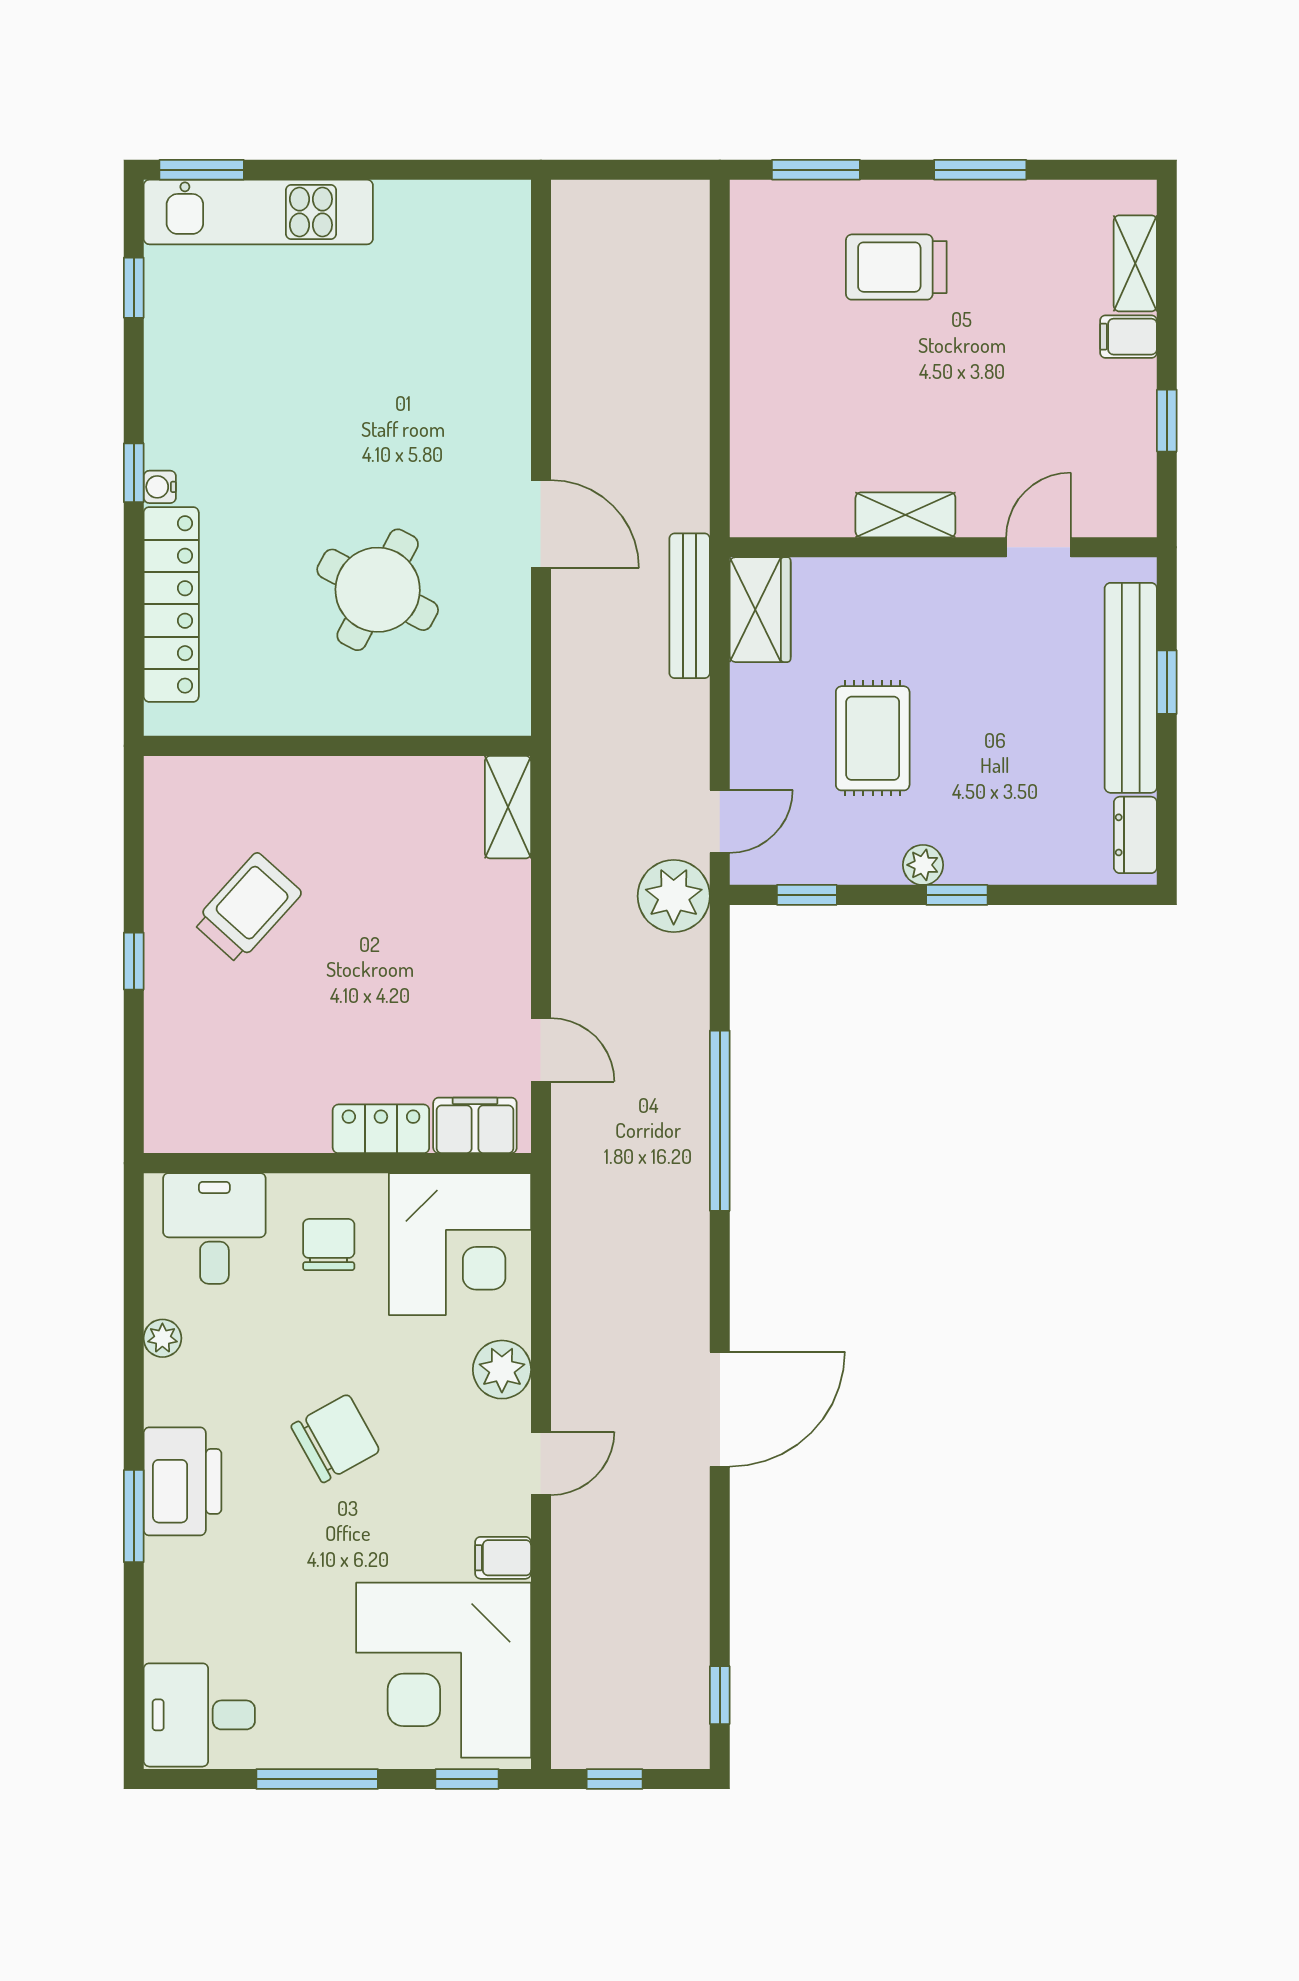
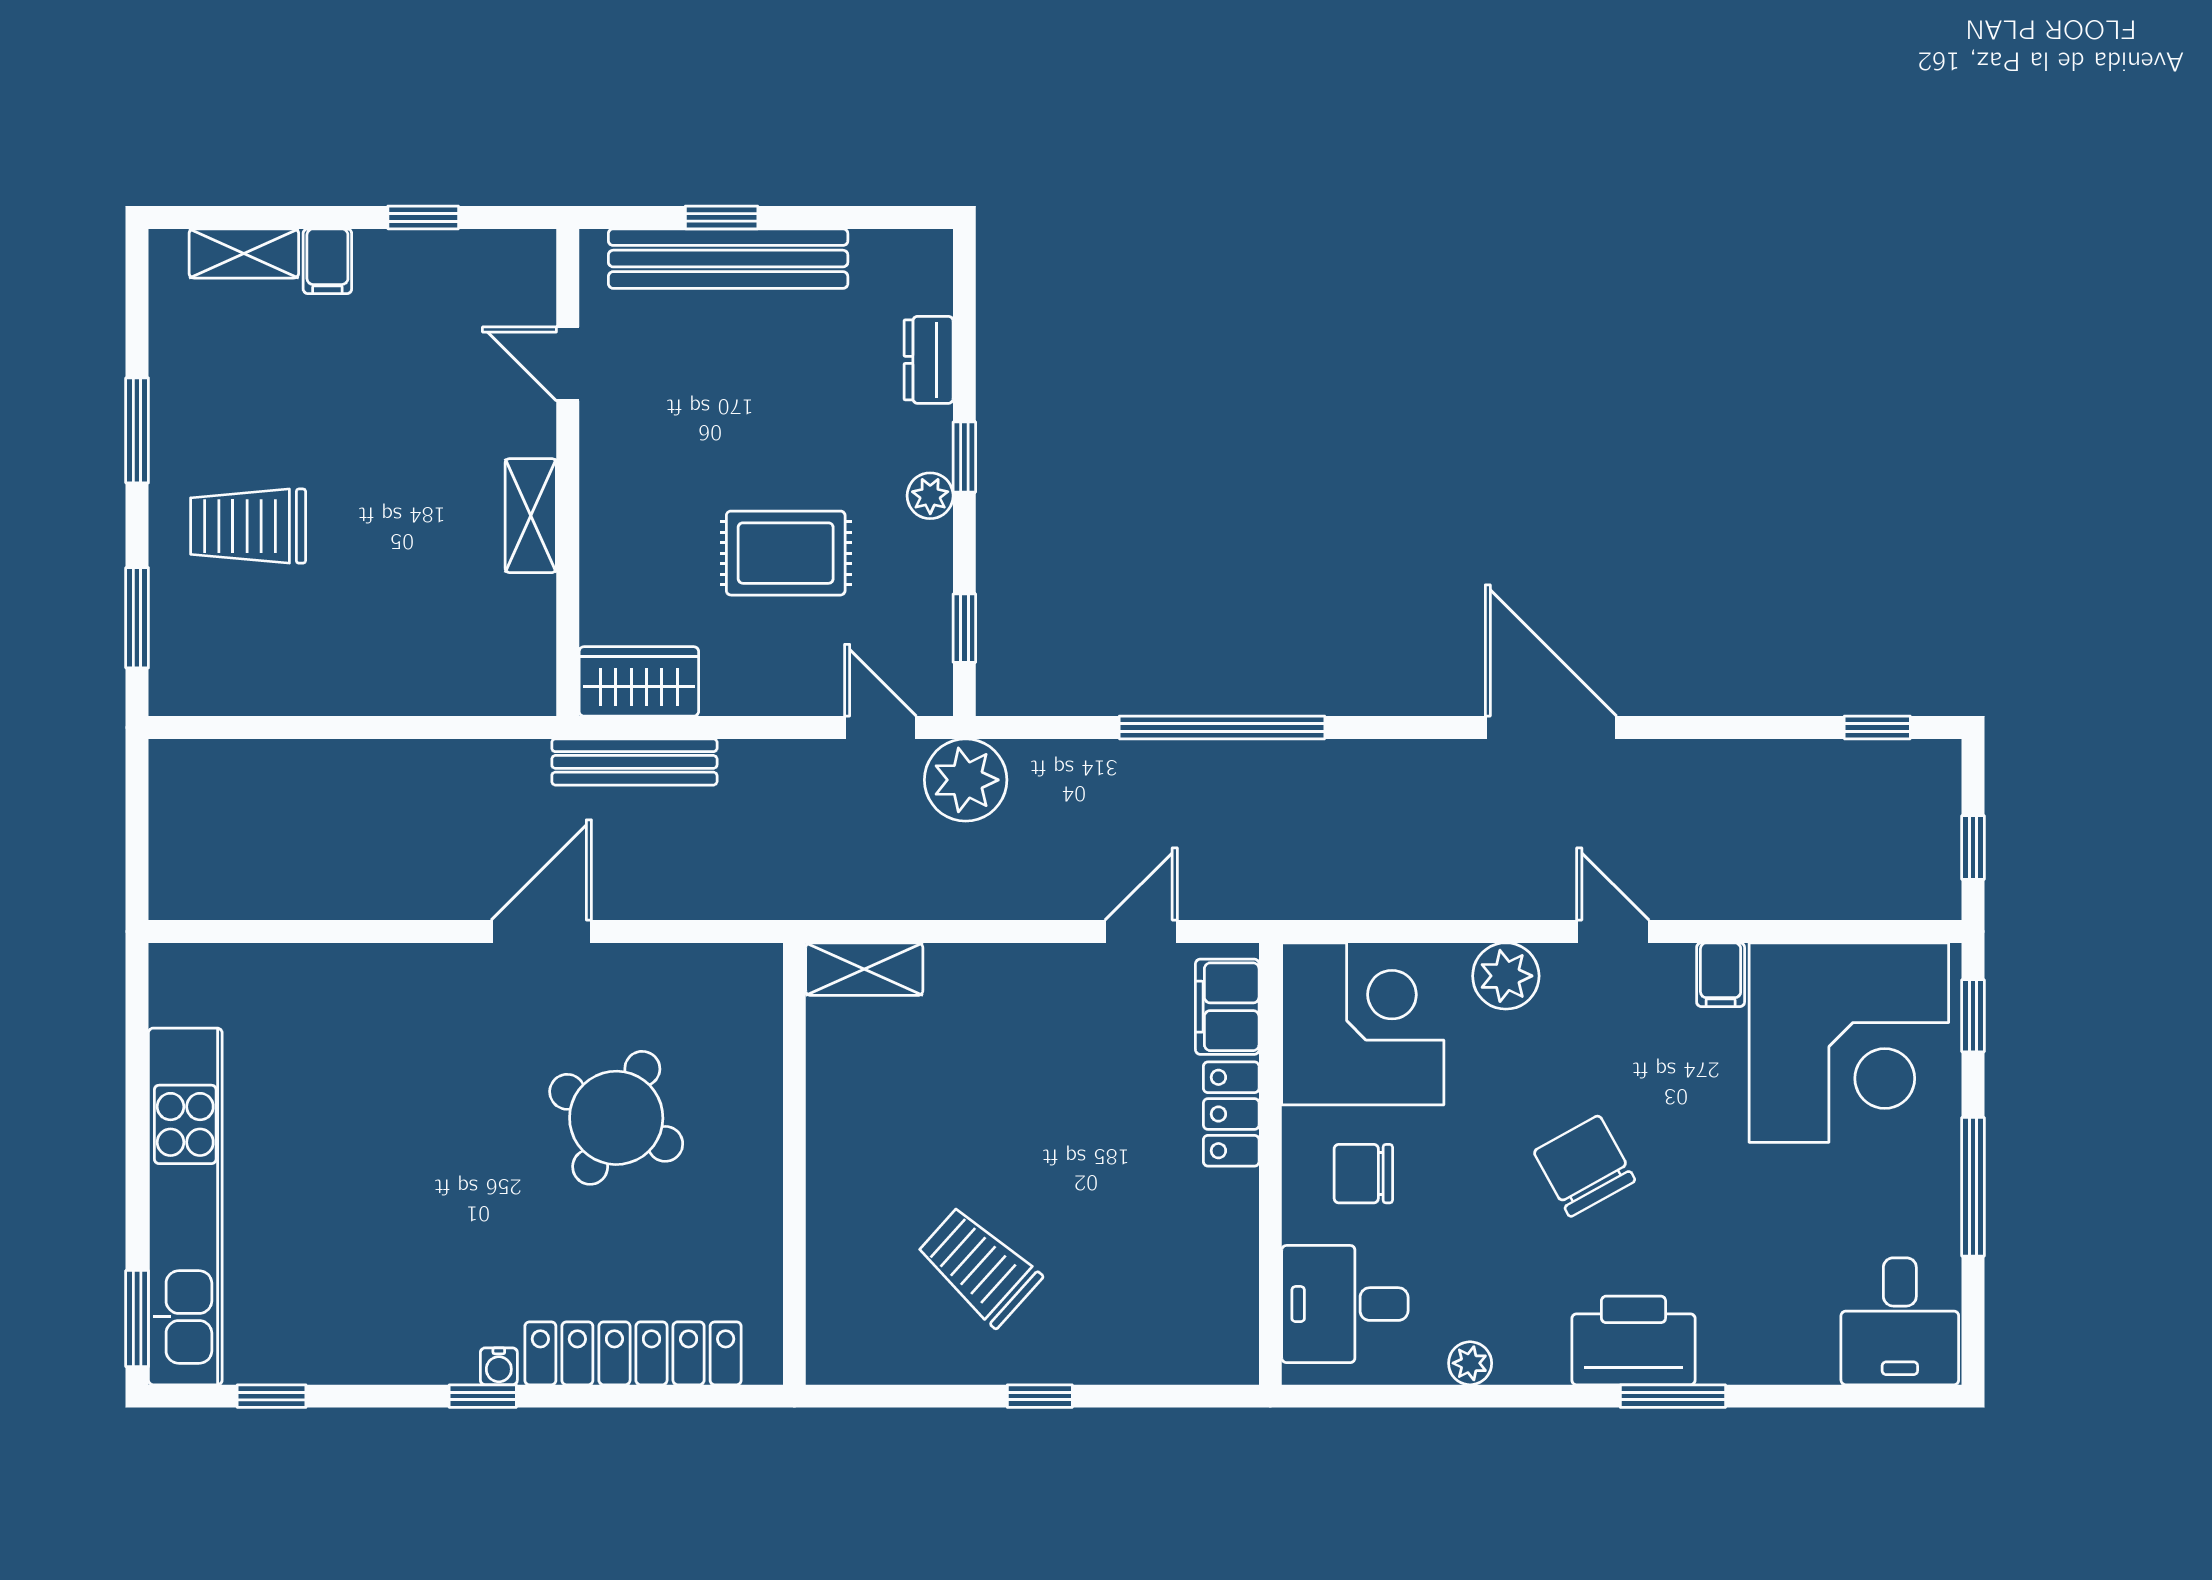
kitchen unit: (258, 212) -> (185, 1206), width x1.36
trolley: (896, 267) -> (248, 526), turned 90
dresser: (1135, 835) -> (929, 360), moved, turned 90

